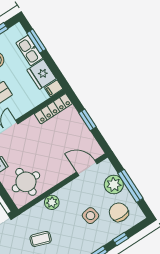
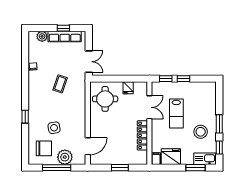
kitchen sink: (29, 51) -> (205, 159), moved
locker: (53, 109) -> (142, 135), moved
plant: (52, 202) -> (80, 107), removed
window: (121, 239) -> (25, 138), removed

